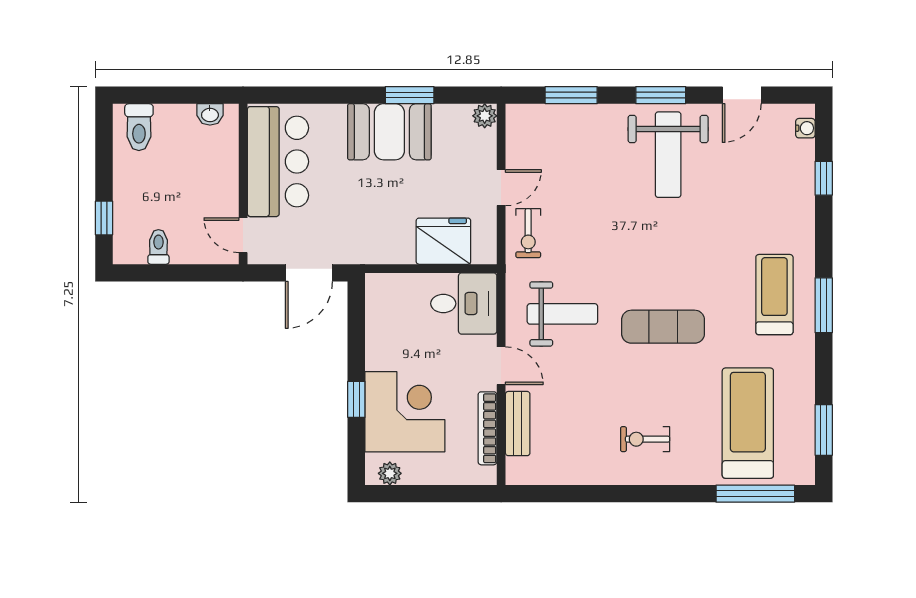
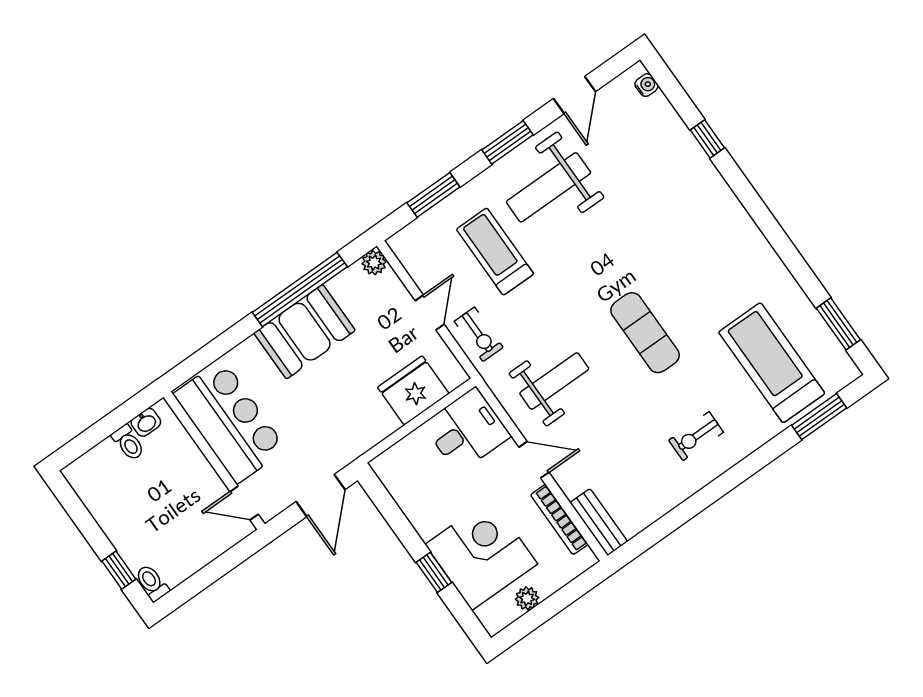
window: (410, 95) -> (300, 289), width x2.11
toilet: (139, 127) -> (128, 443), moved, width x0.73, depth x0.72
weight bench: (668, 155) -> (548, 187), turned 90
window: (824, 178) -> (707, 139), moved
toilet: (158, 247) -> (152, 583), moved
treadmill: (774, 295) -> (495, 252), moved
window: (824, 305) -> (765, 221), removed
exercise mat: (663, 327) -> (645, 333), turned 90
bench: (518, 424) -> (599, 522), moved
plant: (390, 473) -> (527, 598), moved
window: (755, 494) -> (819, 417), width x0.69

